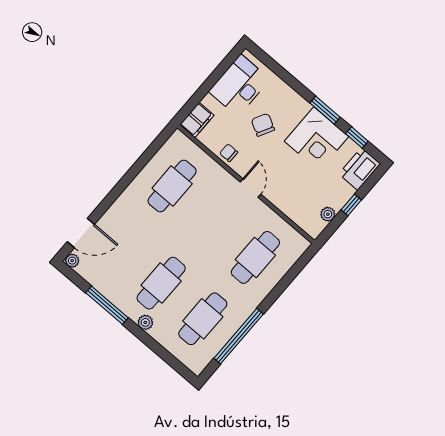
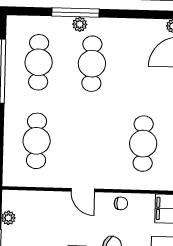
window: (107, 305) -> (75, 13), moved

